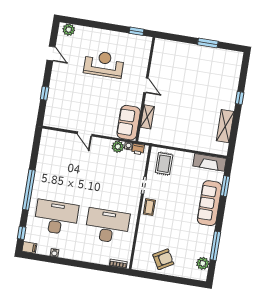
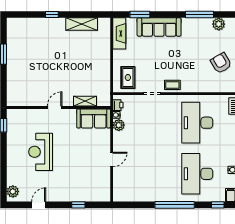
rug: (164, 164) -> (128, 77), turned 90

